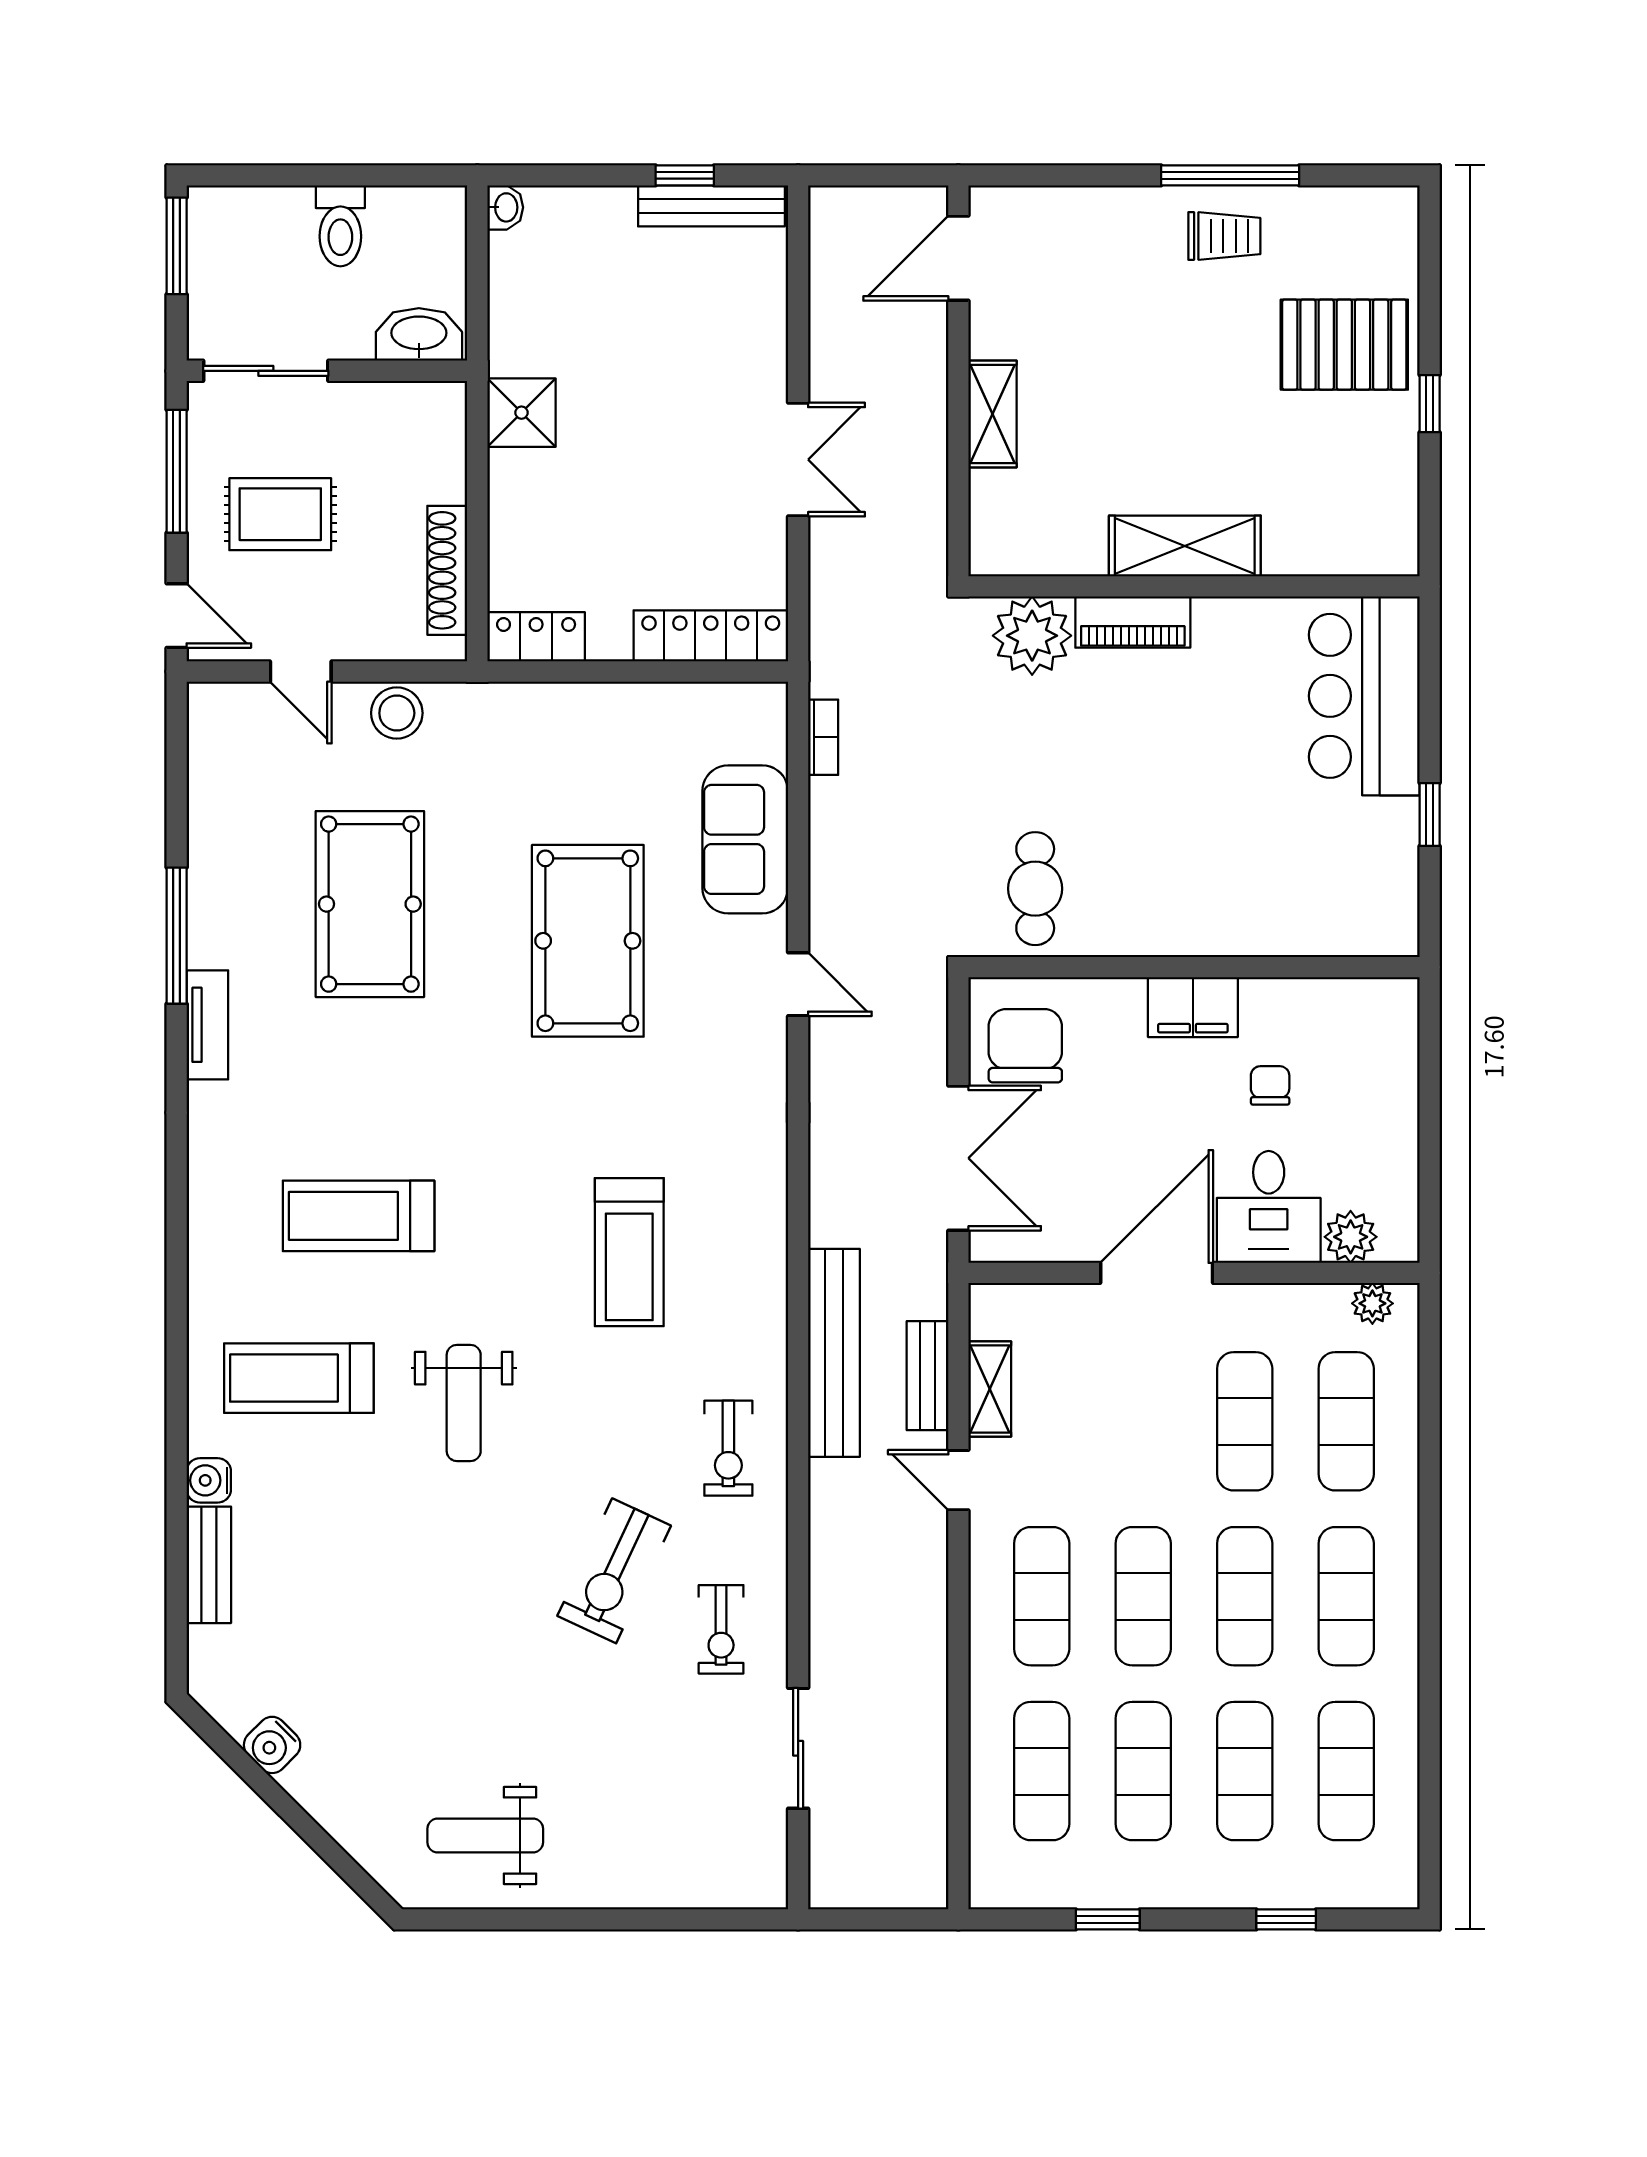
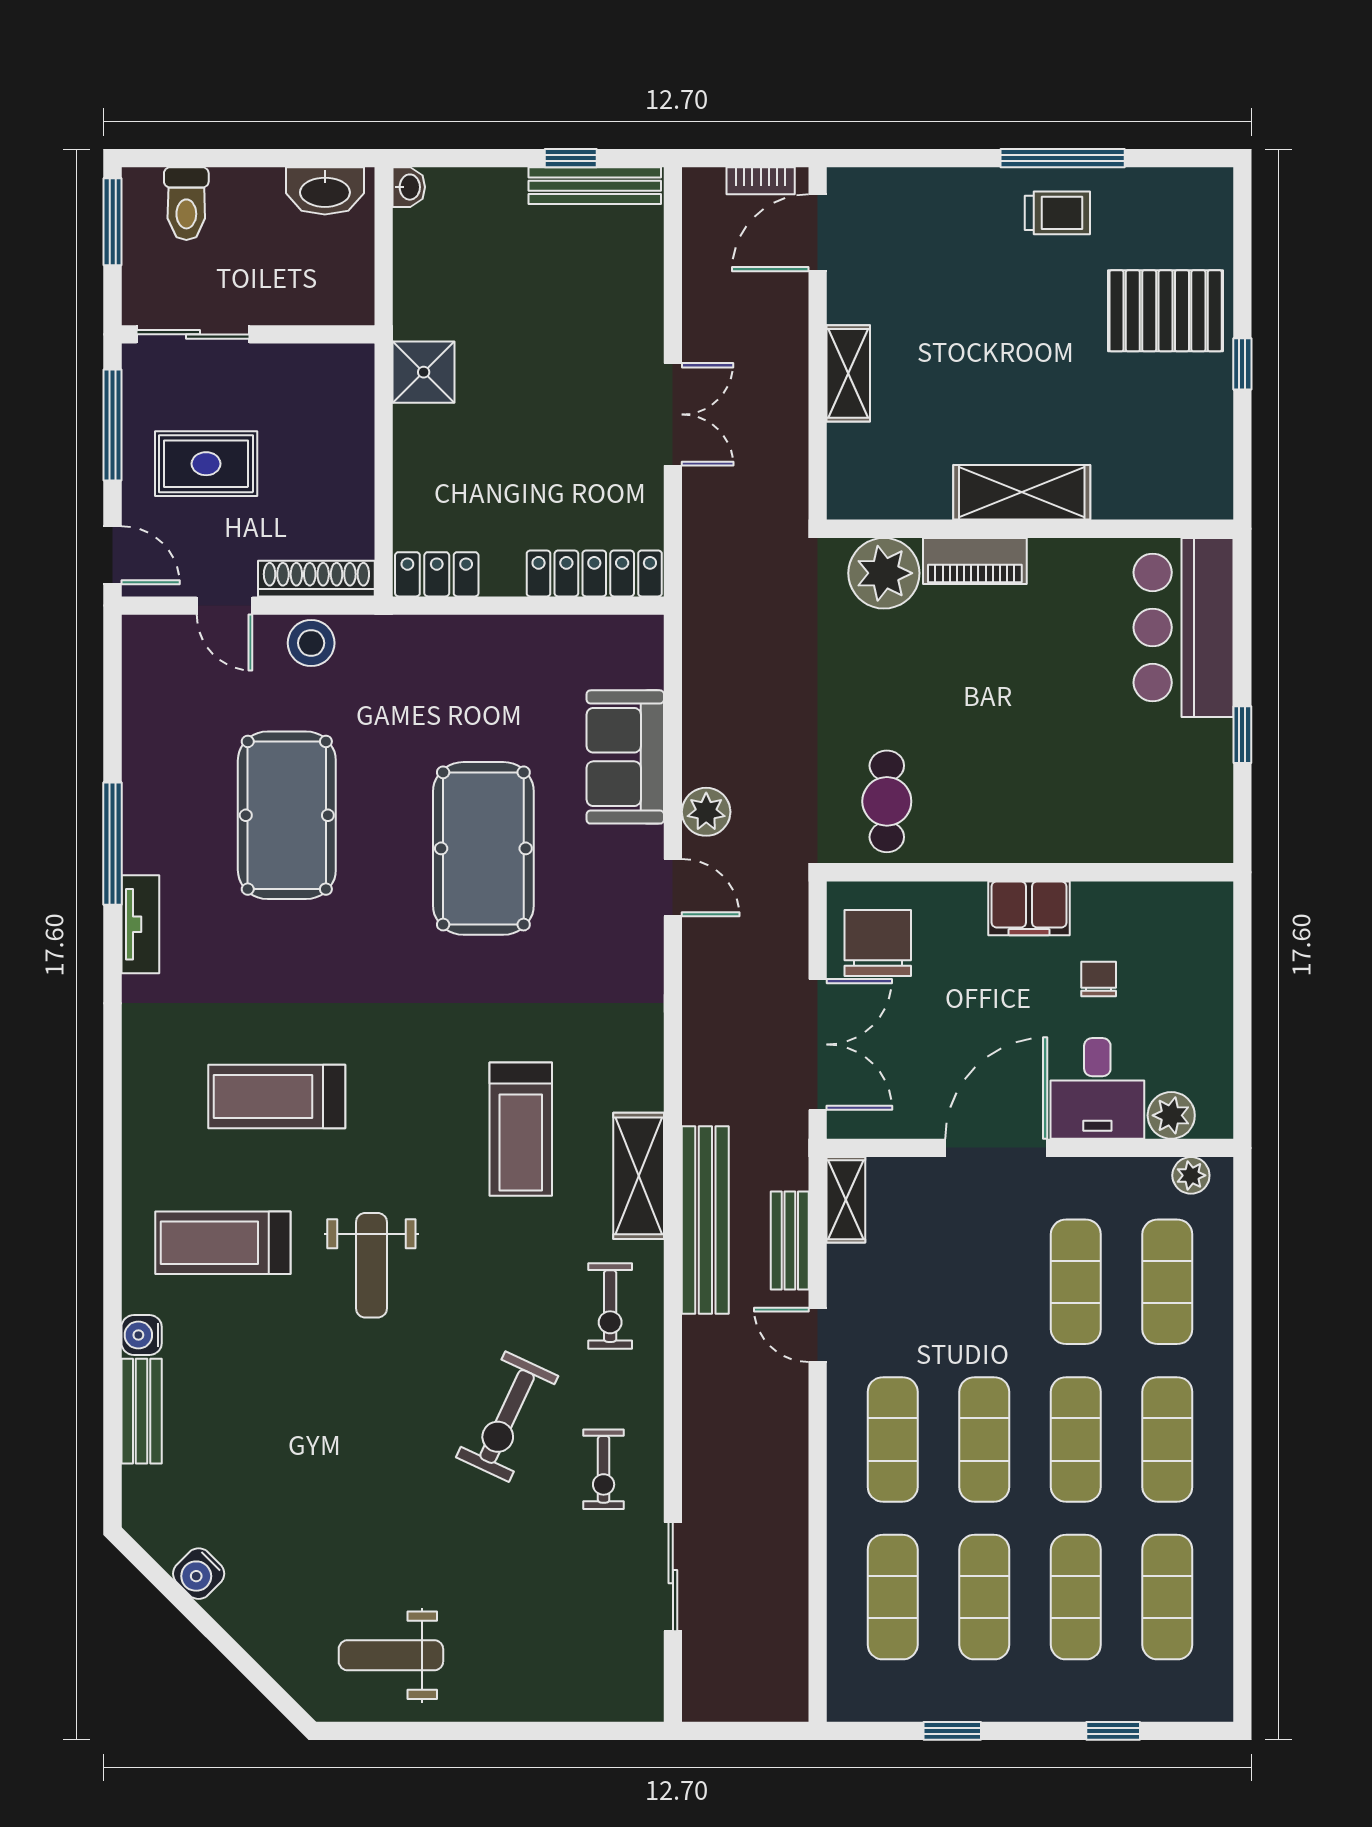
toilet: (340, 226) -> (186, 204), moved
washbasin: (419, 334) -> (325, 191), moved, turned 180
shoe rack: (447, 570) -> (316, 579), moved, turned 90
bookcase: (823, 737) -> (761, 181), moved, turned 90
plant: (835, 900) -> (706, 812), added
shelving: (760, 1304) -> (639, 1176), added
shelving: (990, 1389) -> (846, 1200), moved

